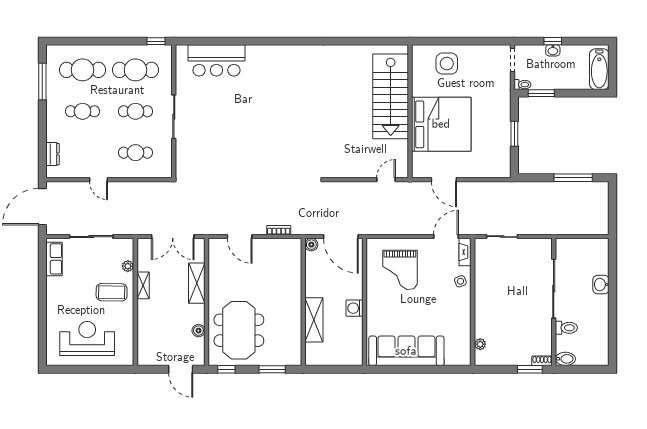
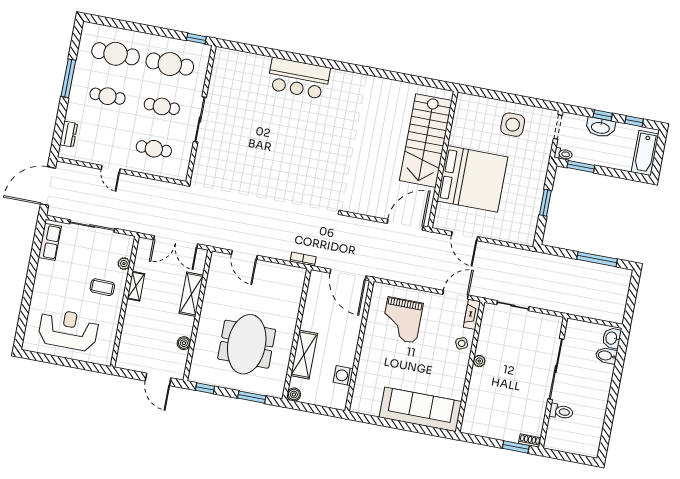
window: (583, 41) -> (634, 121), added
washbasin: (553, 50) -> (600, 127), width x1.91, depth x1.45
bar counter: (216, 60) -> (299, 78), moved
side table: (447, 64) -> (513, 125), moved
window: (42, 81) -> (68, 78), moved
door: (386, 180) -> (405, 225), width x1.88
bookcase: (279, 230) -> (303, 259), moved
boiler: (311, 245) -> (294, 395), moved
washbasin: (601, 285) -> (612, 338), moved
coffee table: (112, 292) -> (102, 287), width x0.73, depth x0.77
washing machine: (354, 308) -> (343, 376), moved
meeting table: (239, 330) -> (247, 344), moved
plant: (480, 344) -> (479, 361), moved
sofa: (406, 351) -> (421, 409), moved
bidet: (565, 359) -> (606, 356), moved, turned 180

